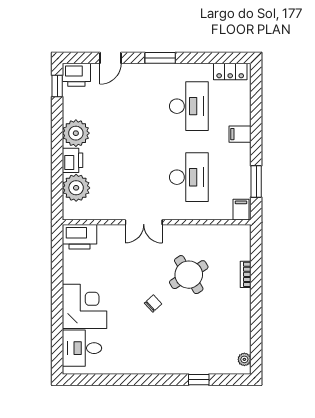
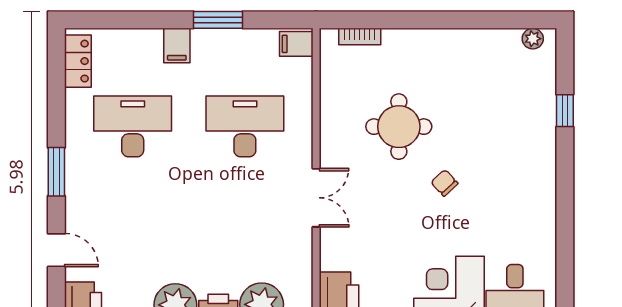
window: (256, 182) -> (218, 20), moved
bookcase: (246, 274) -> (360, 37), moved
round table: (189, 275) -> (399, 127), turned 32

